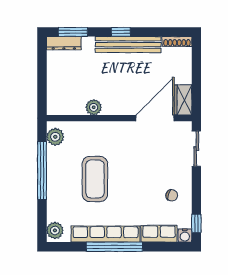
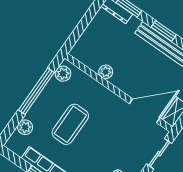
window: (121, 32) -> (164, 31), width x1.50
plant: (55, 230) -> (25, 127), moved

